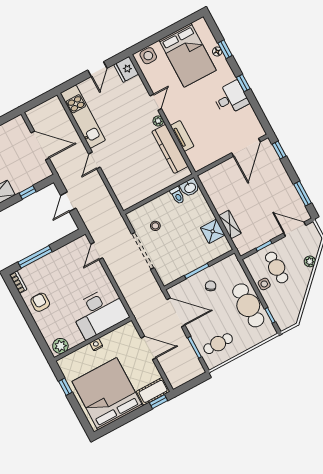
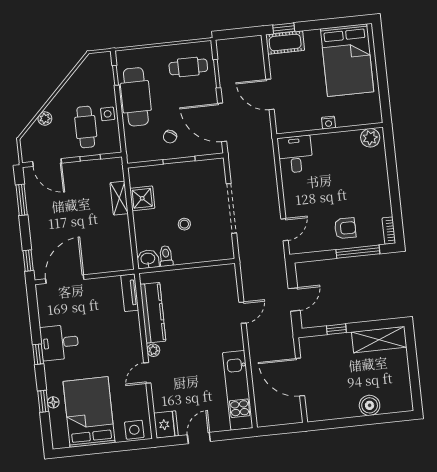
tv unit: (182, 136) -> (130, 293), moved
door: (94, 161) -> (243, 313), moved
stool: (155, 226) -> (184, 224), moved
armchair: (40, 302) -> (345, 228), moved, turned -90
desk: (99, 312) -> (295, 154), width x0.53, depth x0.77
window: (65, 387) -> (383, 89), removed
bed: (107, 394) -> (347, 60), width x0.73

